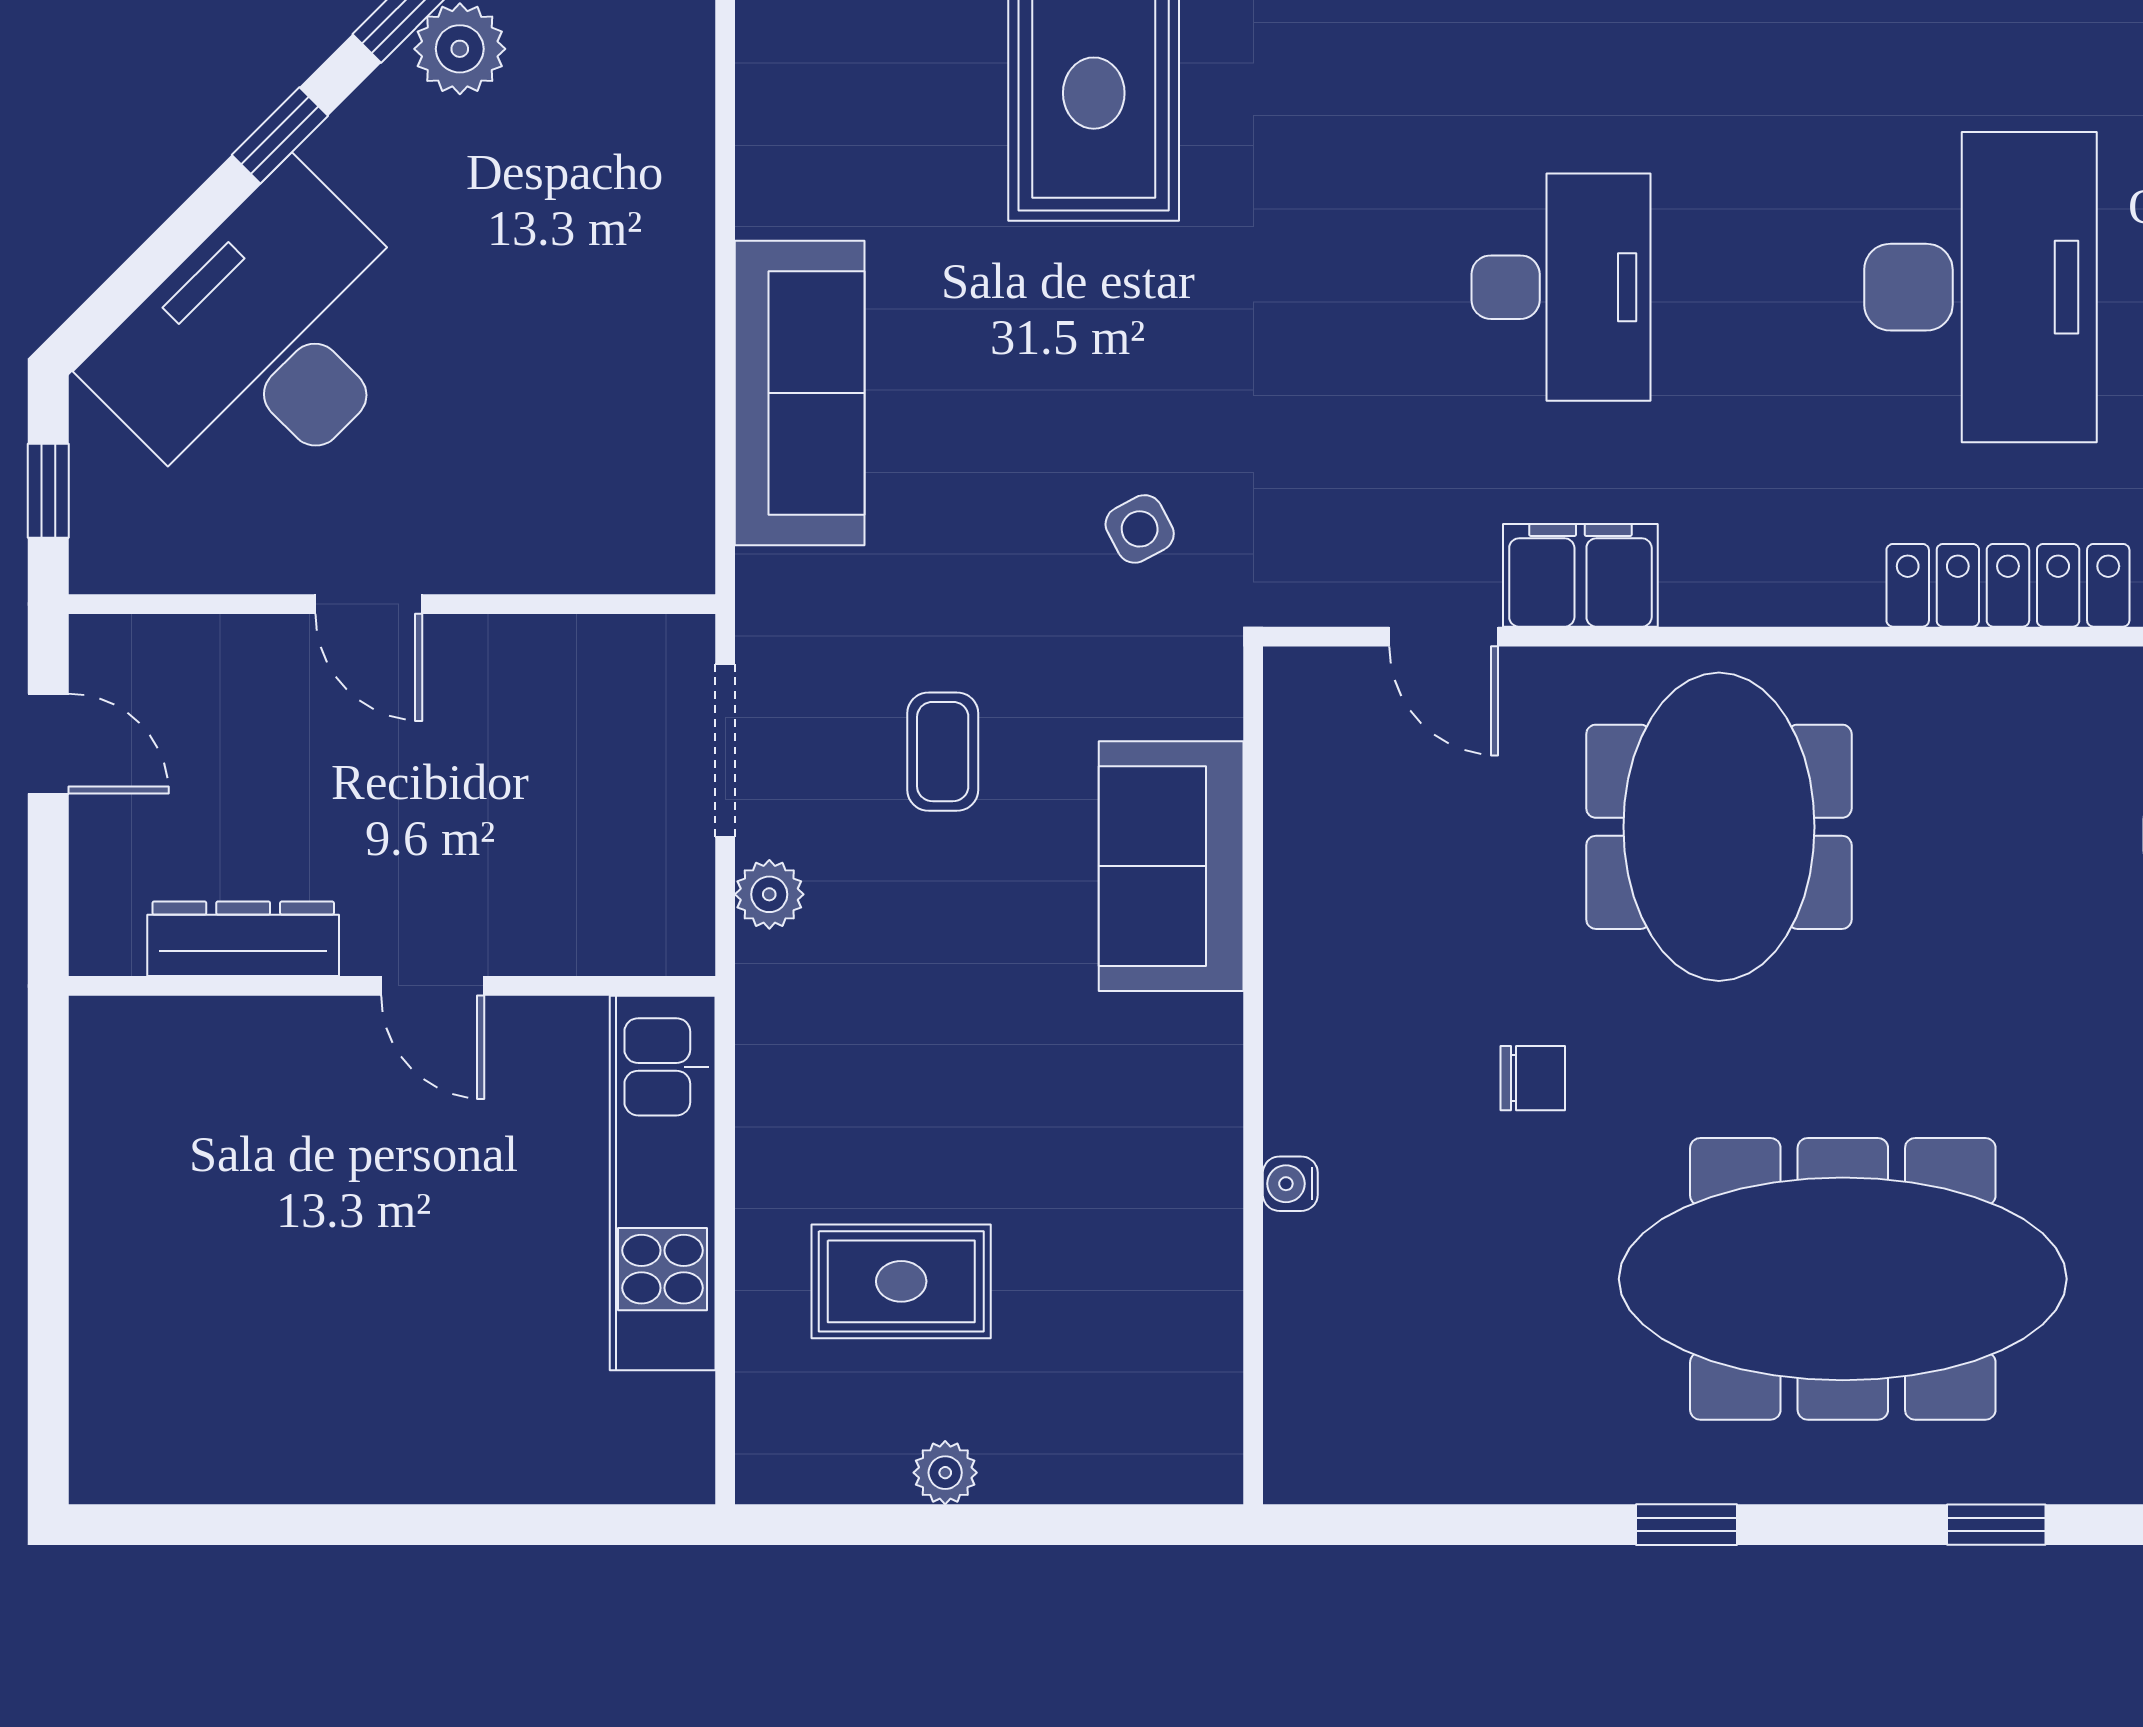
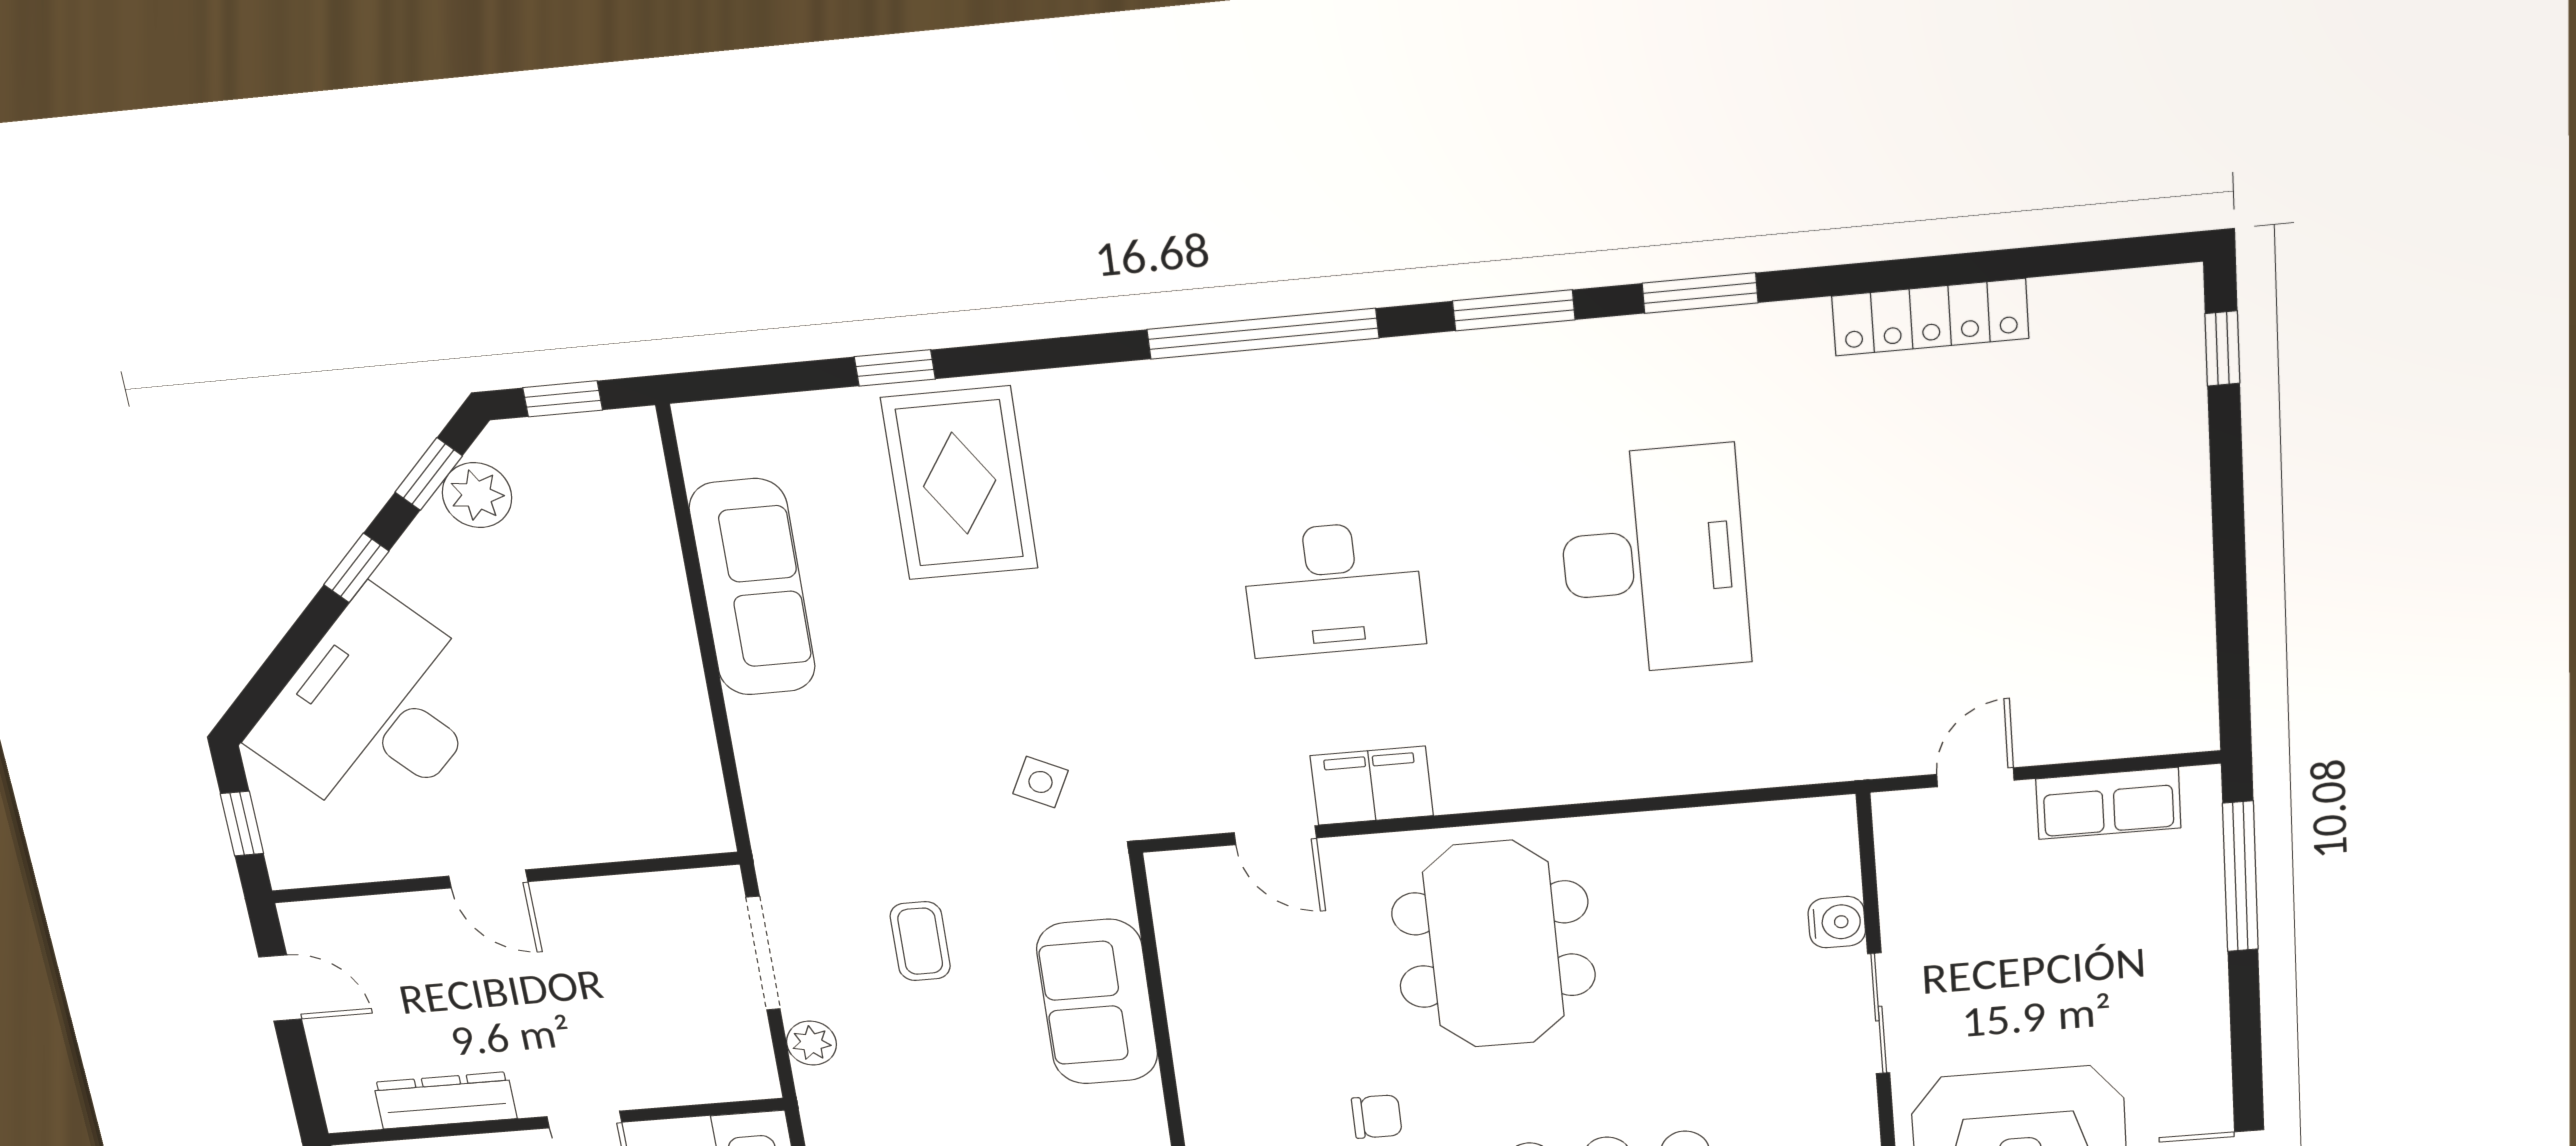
desk: (1561, 287) -> (1333, 589), turned 90
sofa: (800, 393) -> (752, 588), moved
side table: (1140, 529) -> (1041, 782), turned -36
locker: (2008, 585) -> (1693, 766), removed

